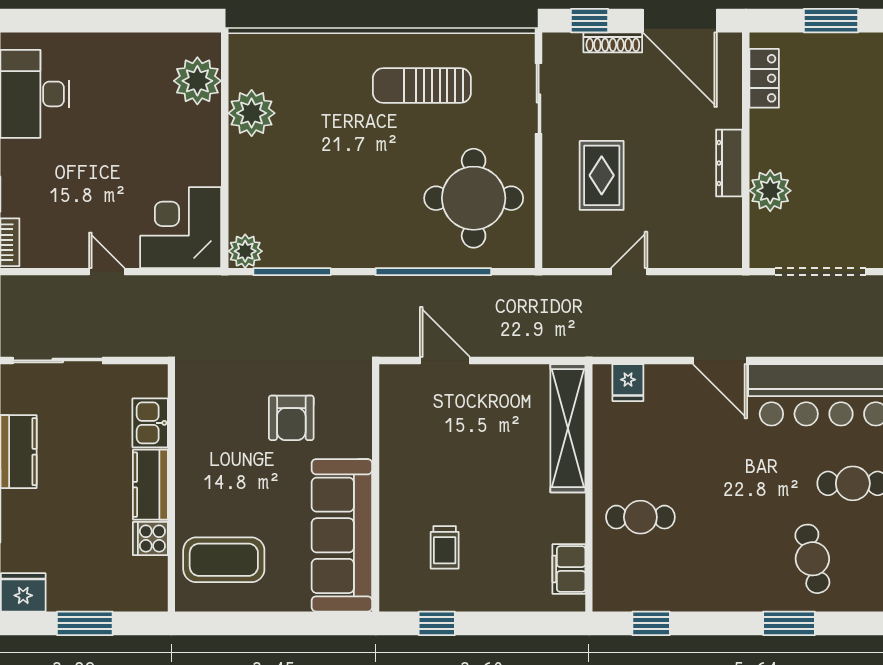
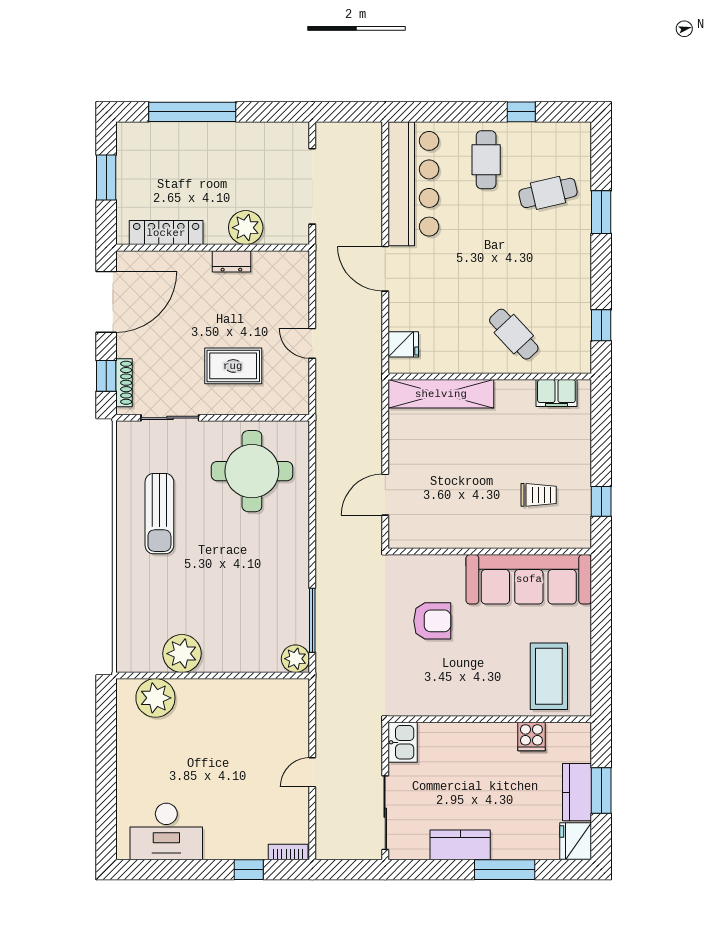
shoe rack: (613, 42) -> (124, 383), moved
locker: (764, 78) -> (166, 233), width x1.53
dresser: (729, 163) -> (231, 261), width x0.70
corner desk: (181, 228) -> (276, 712), removed
window: (433, 272) -> (312, 504), removed
door: (720, 360) -> (385, 269), swing flipped
kitchen sink: (150, 423) -> (403, 742), moved, turned -90
kitchen counter: (150, 485) -> (577, 792), moved, turned 90
cafe table: (640, 517) -> (514, 334), turned -43

